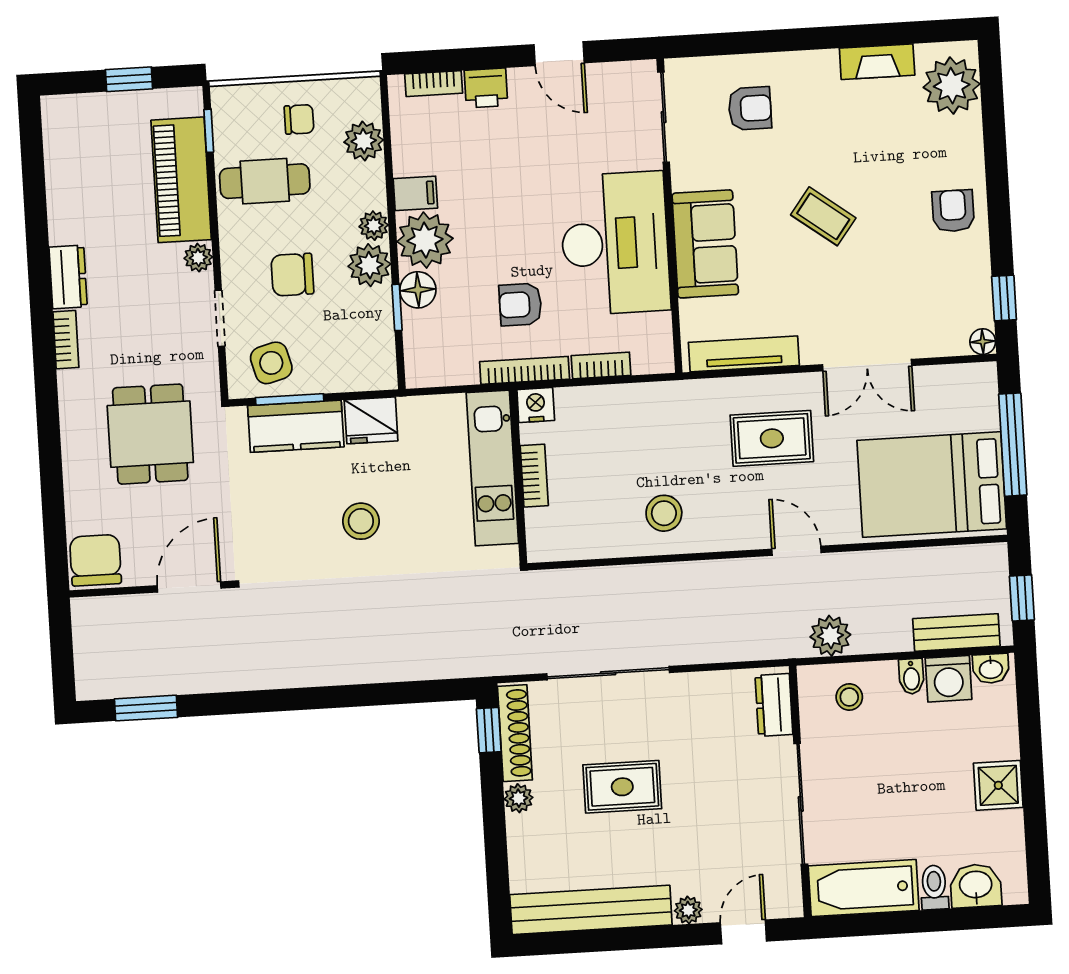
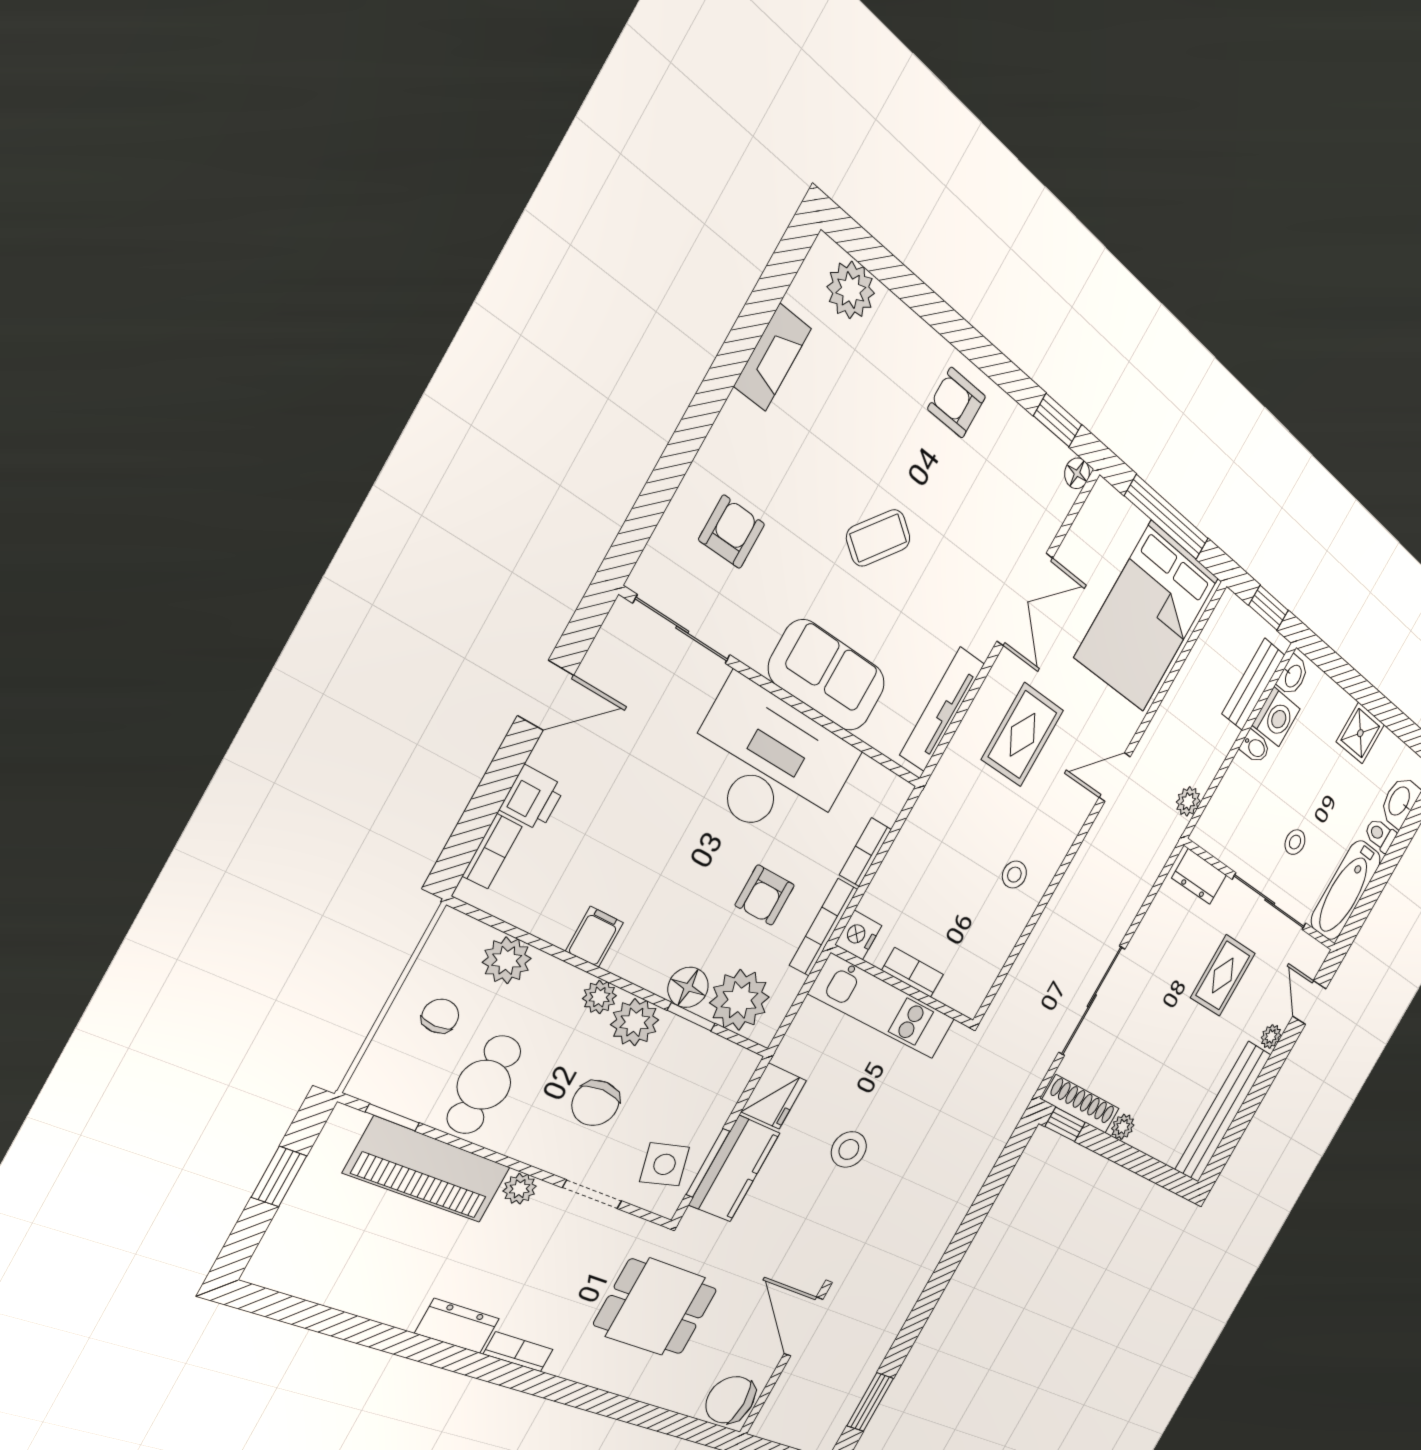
plant: (952, 86) -> (851, 290), width x0.73, depth x0.73
plant: (425, 240) -> (740, 1000), moved
stool: (664, 513) -> (1014, 875), width x0.73, depth x0.73
plant: (830, 636) -> (1188, 801), width x0.73, depth x0.73
stool: (849, 697) -> (1295, 842), moved
rug: (622, 787) -> (1223, 975), moved

